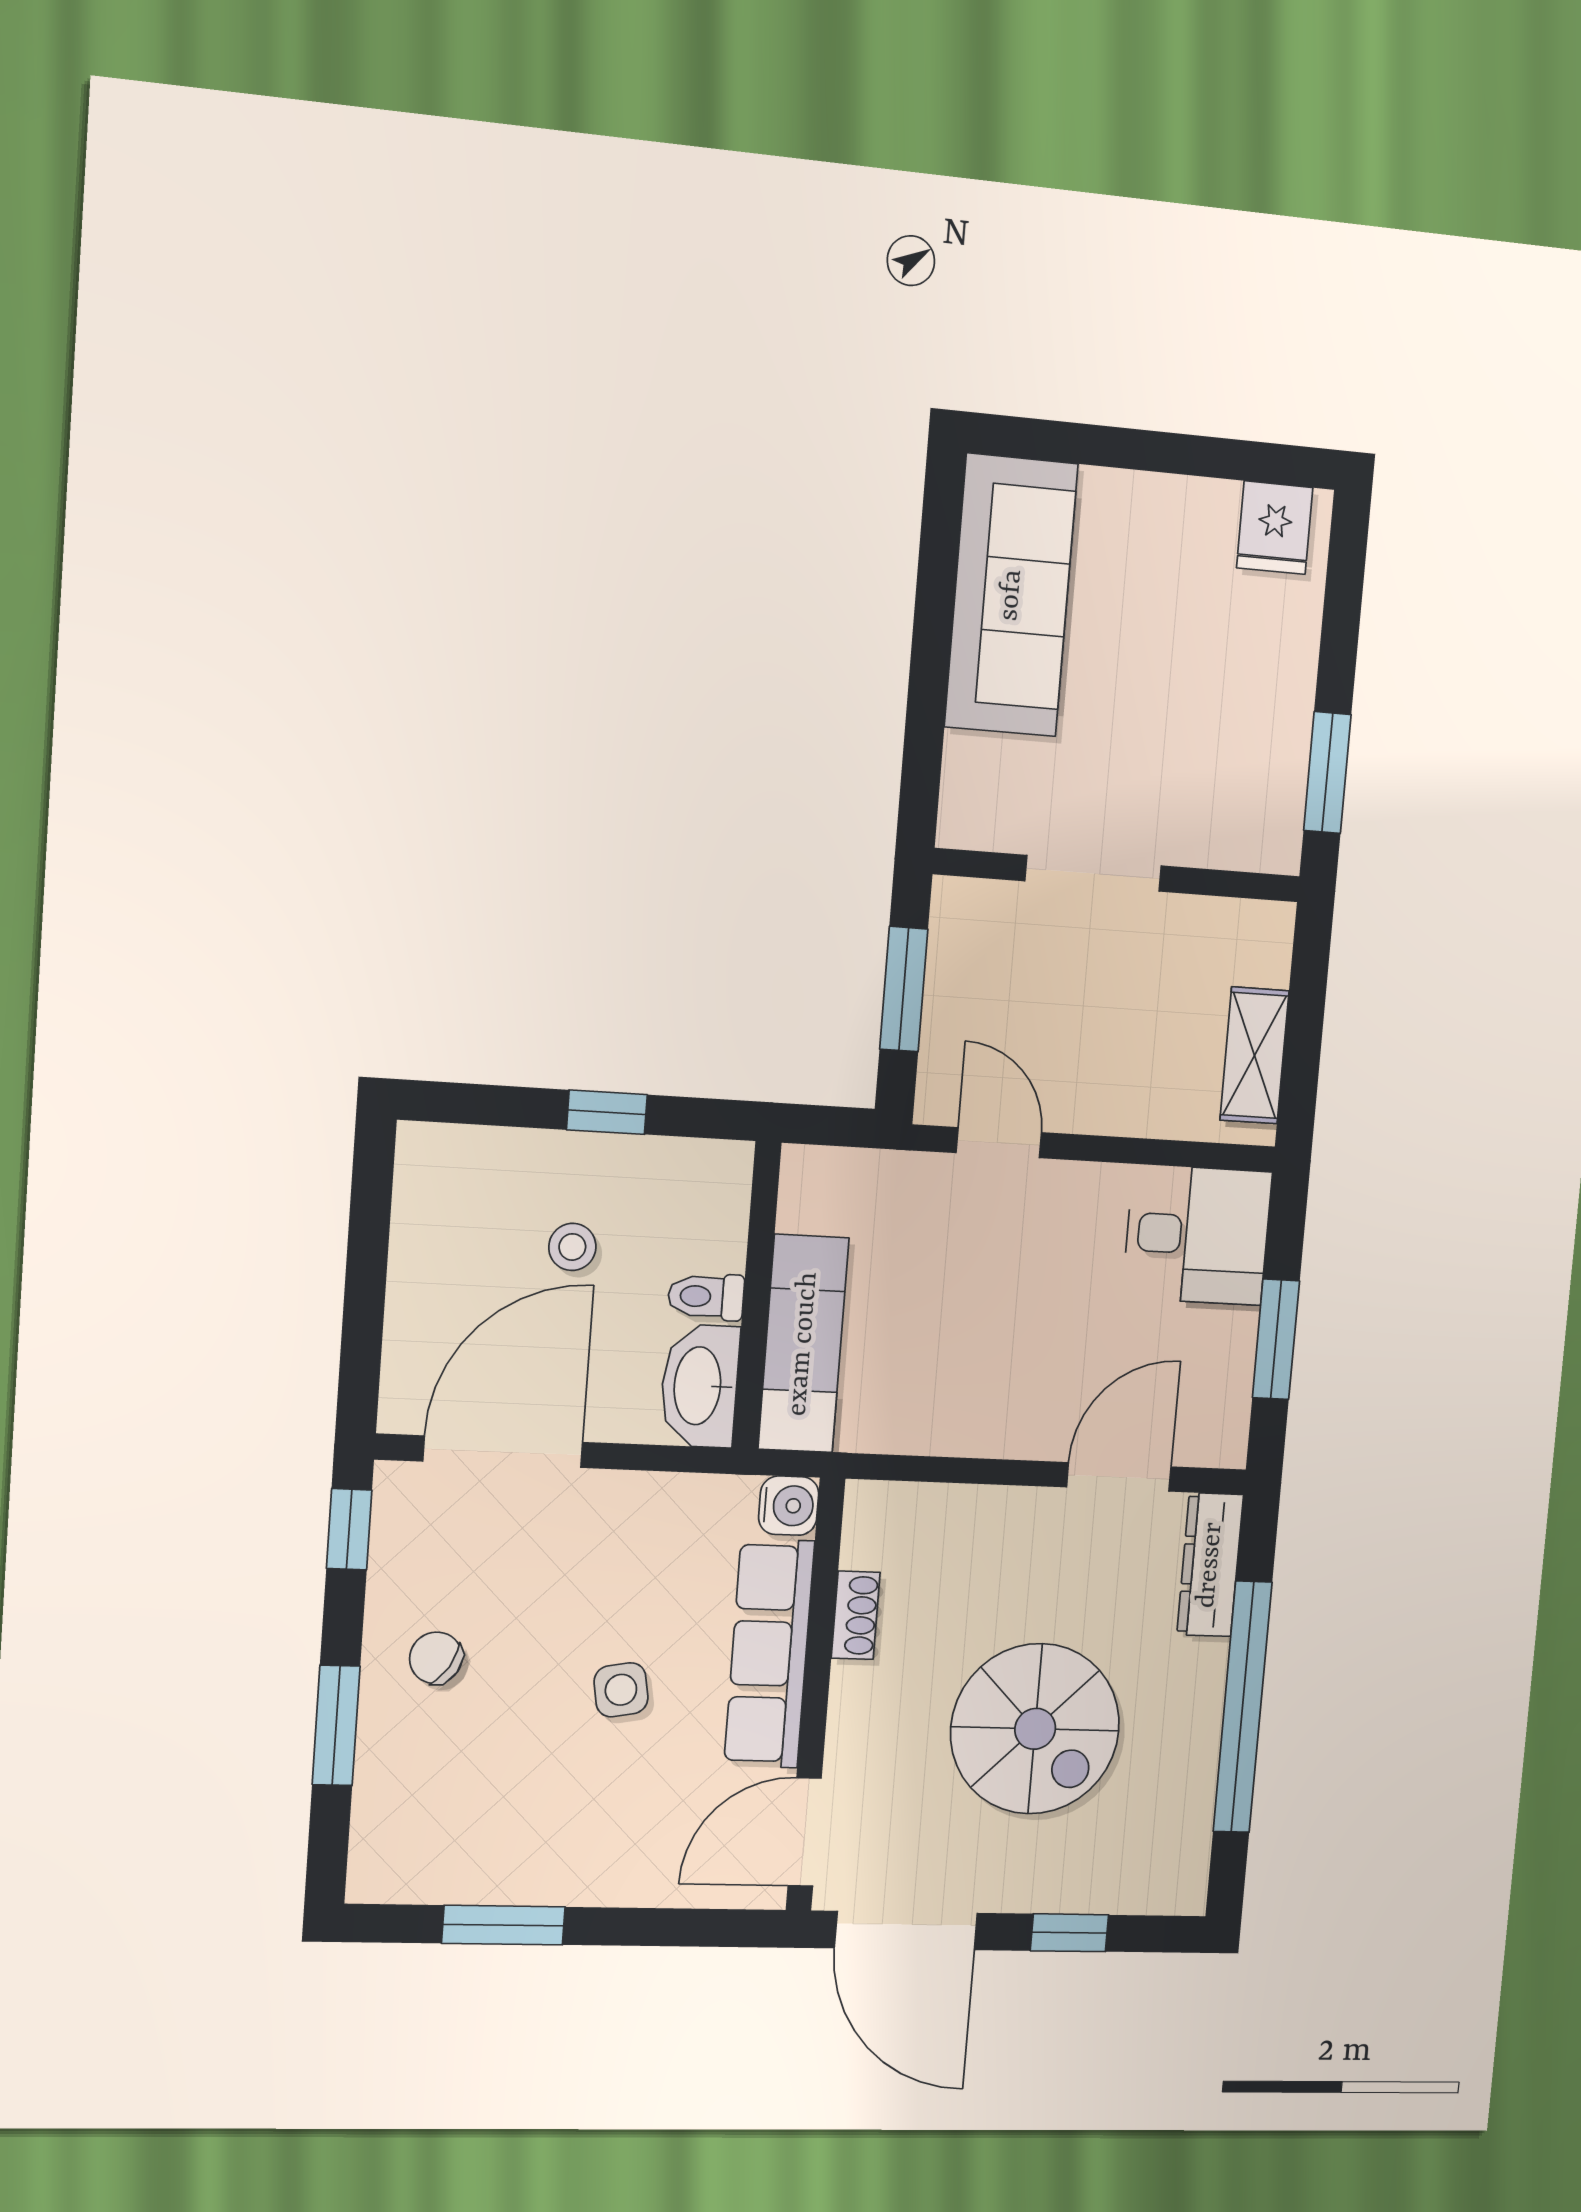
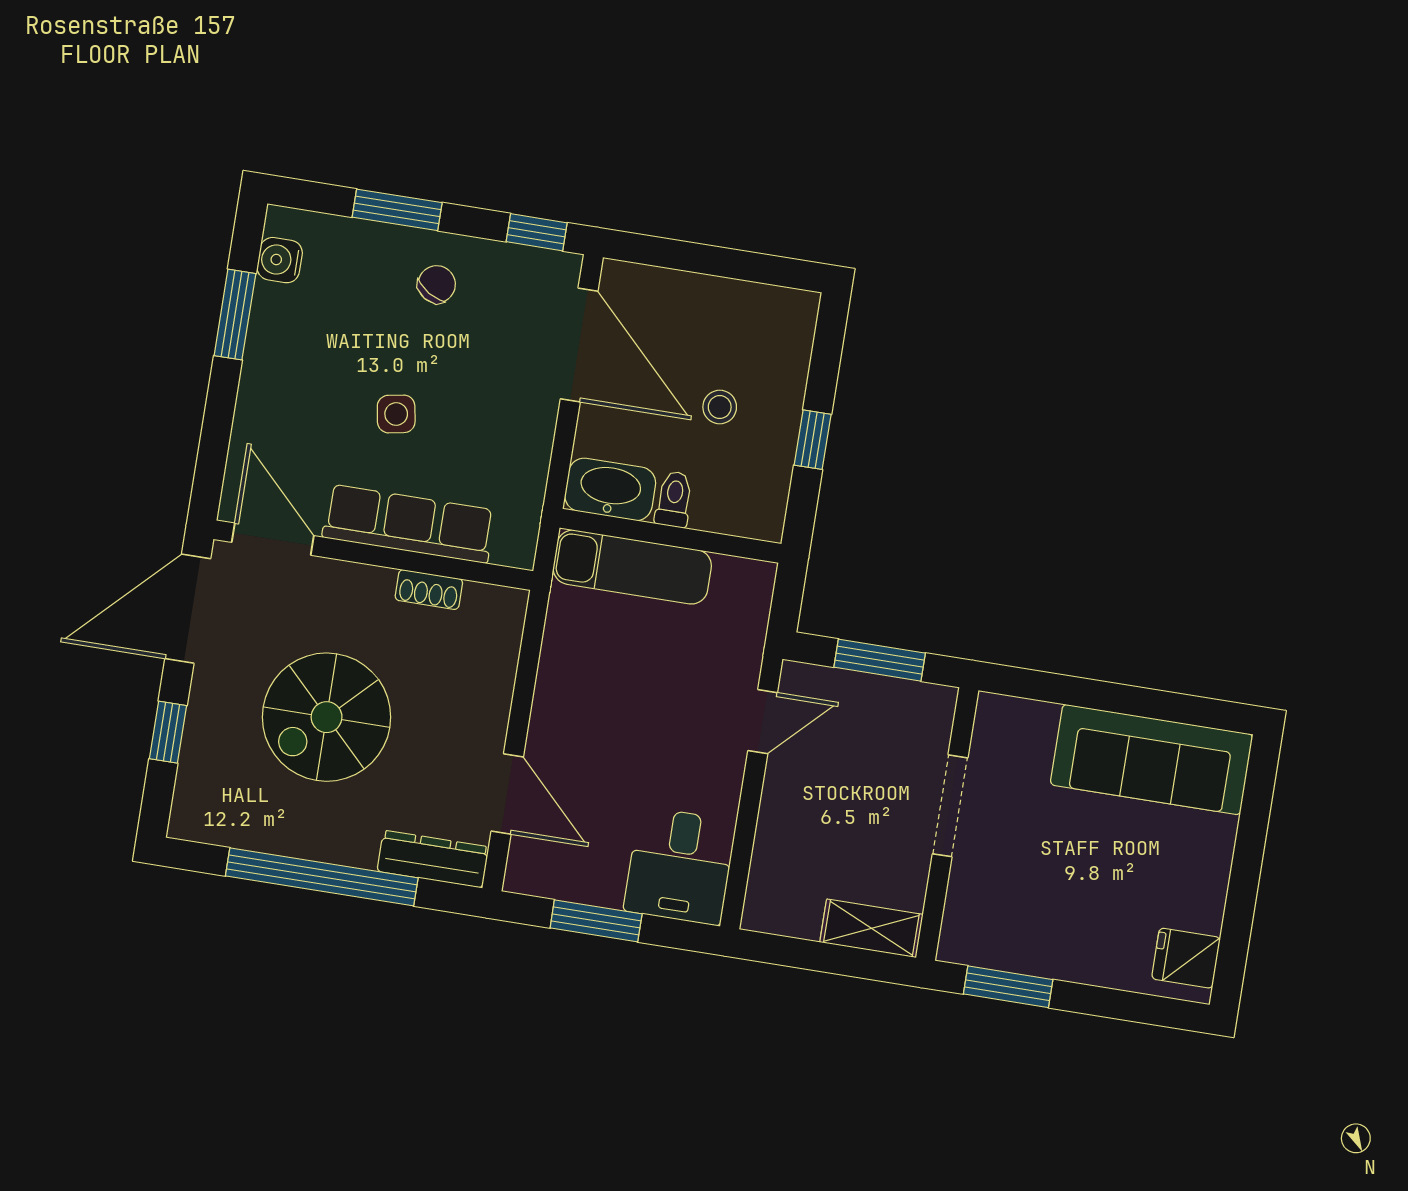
shelving: (1254, 1055) -> (871, 928), moved
water cooler: (789, 1506) -> (280, 260), moved, turned 90

